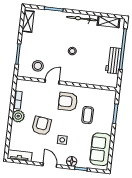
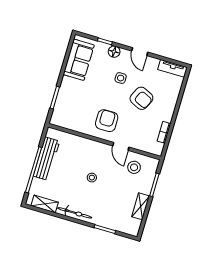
shelving: (28, 21) -> (141, 206), moved
workbench: (114, 61) -> (46, 159), width x1.38
door: (52, 82) -> (121, 146), hinge flipped
armchair: (68, 102) -> (107, 121), turned -90
coffee table: (88, 115) -> (87, 101), removed
plant: (18, 116) -> (166, 114), removed
armchair: (42, 126) -> (141, 98), turned -73

